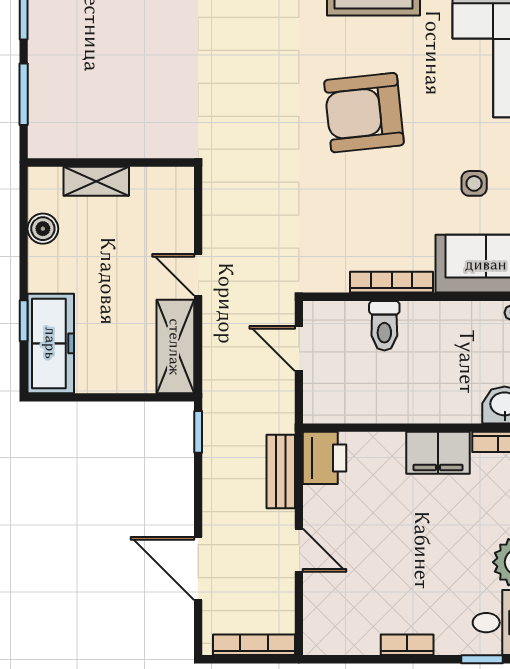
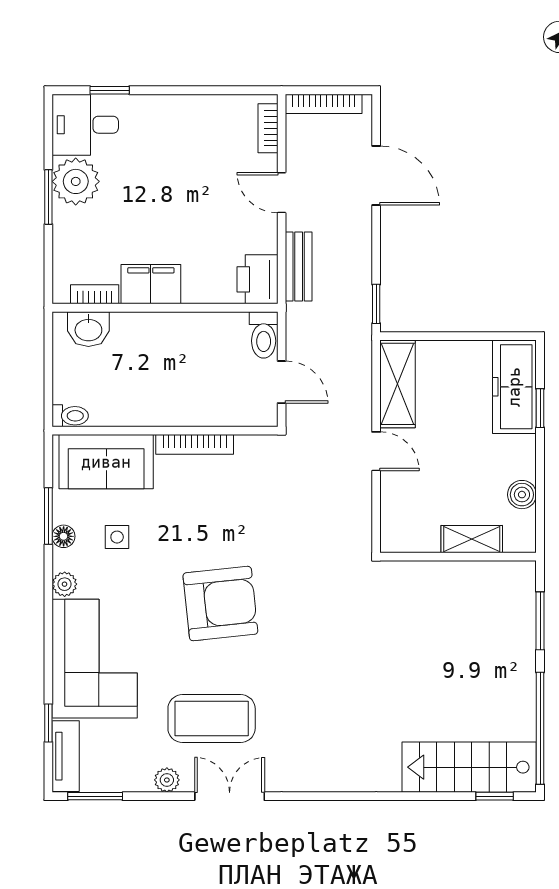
toilet: (384, 326) -> (264, 335), moved, turned 180
bookcase: (407, 645) -> (268, 128), moved, turned 90

